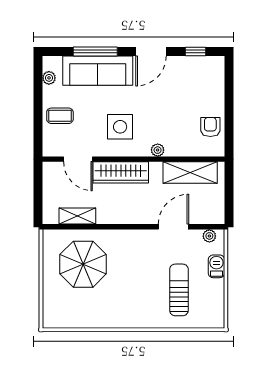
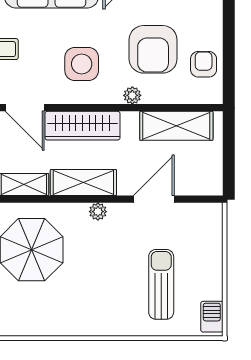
armchair: (173, 116) -> (153, 49), added
shelving: (121, 214) -> (83, 183), added
plant: (209, 236) -> (98, 212), moved
barbecue: (216, 266) -> (212, 317), moved

